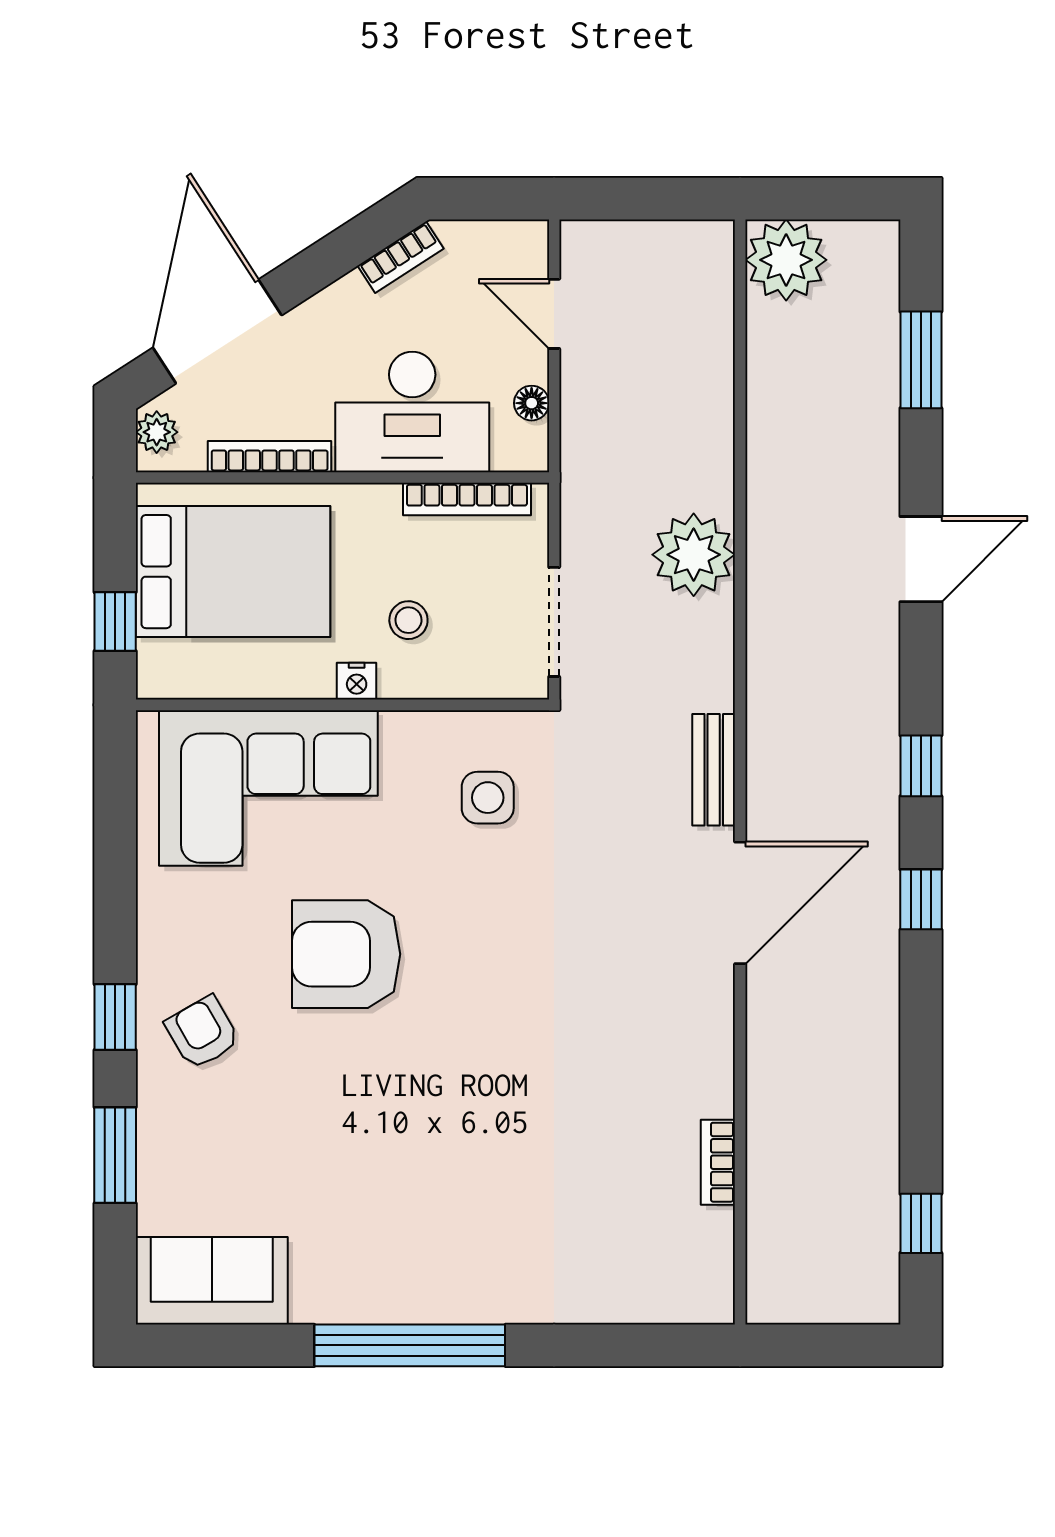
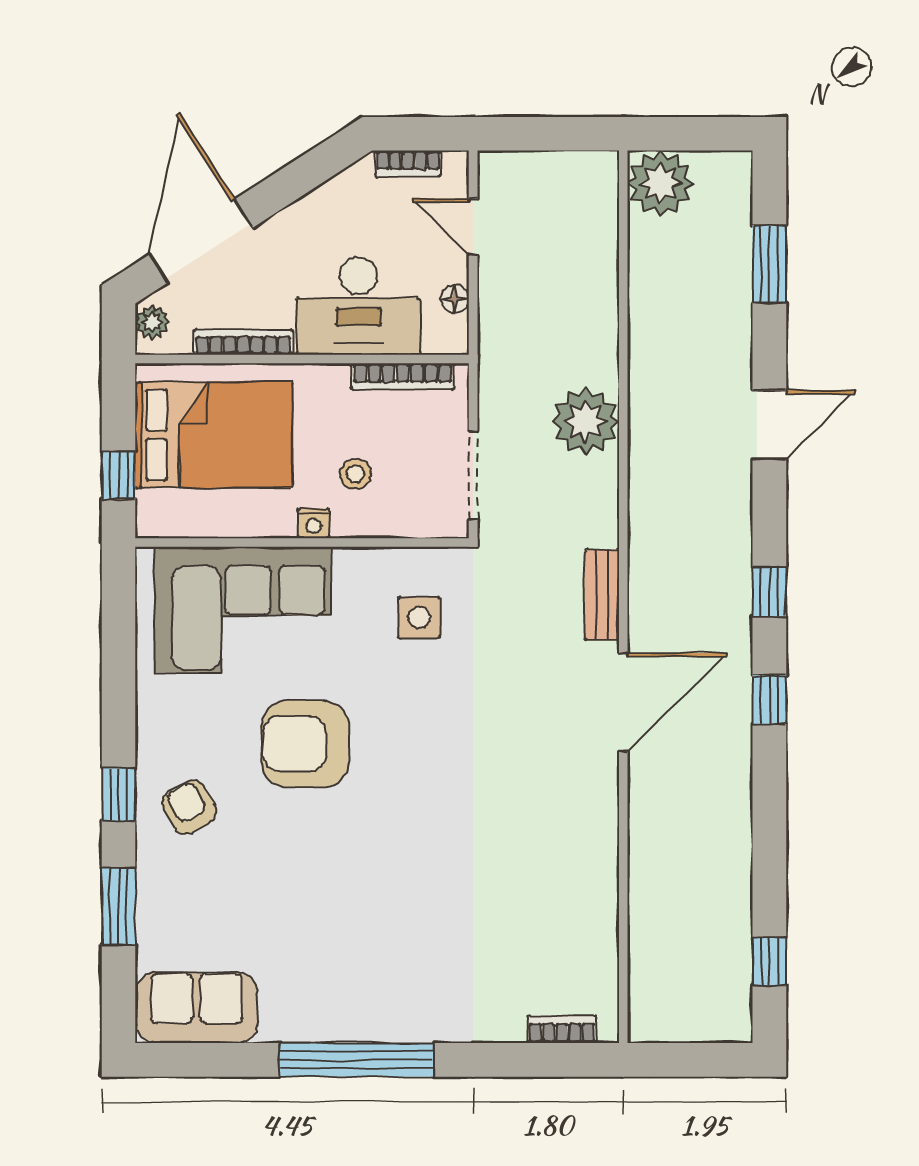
bookcase: (401, 257) -> (408, 164), moved, turned 33
bookcase: (718, 1162) -> (562, 1029), moved, turned 90

